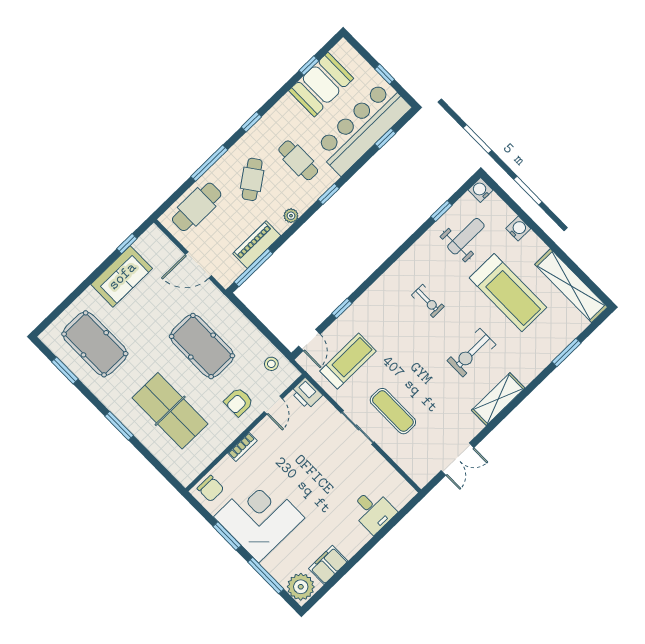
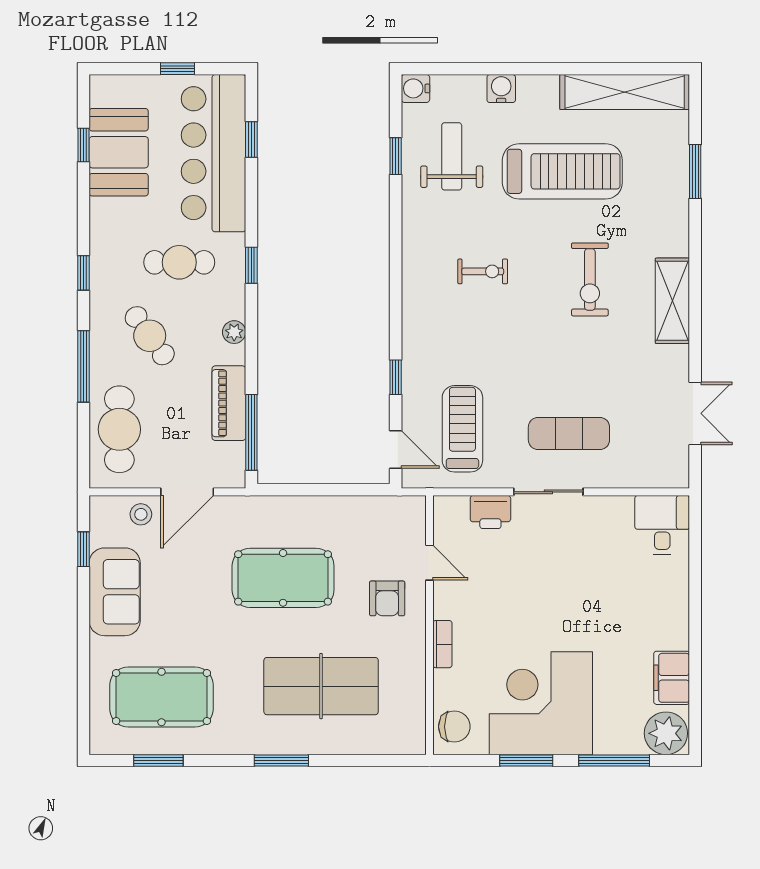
stool: (271, 364) -> (141, 514), moved
printer: (307, 393) -> (490, 512), moved
desk: (373, 511) -> (662, 525), moved, turned -90

